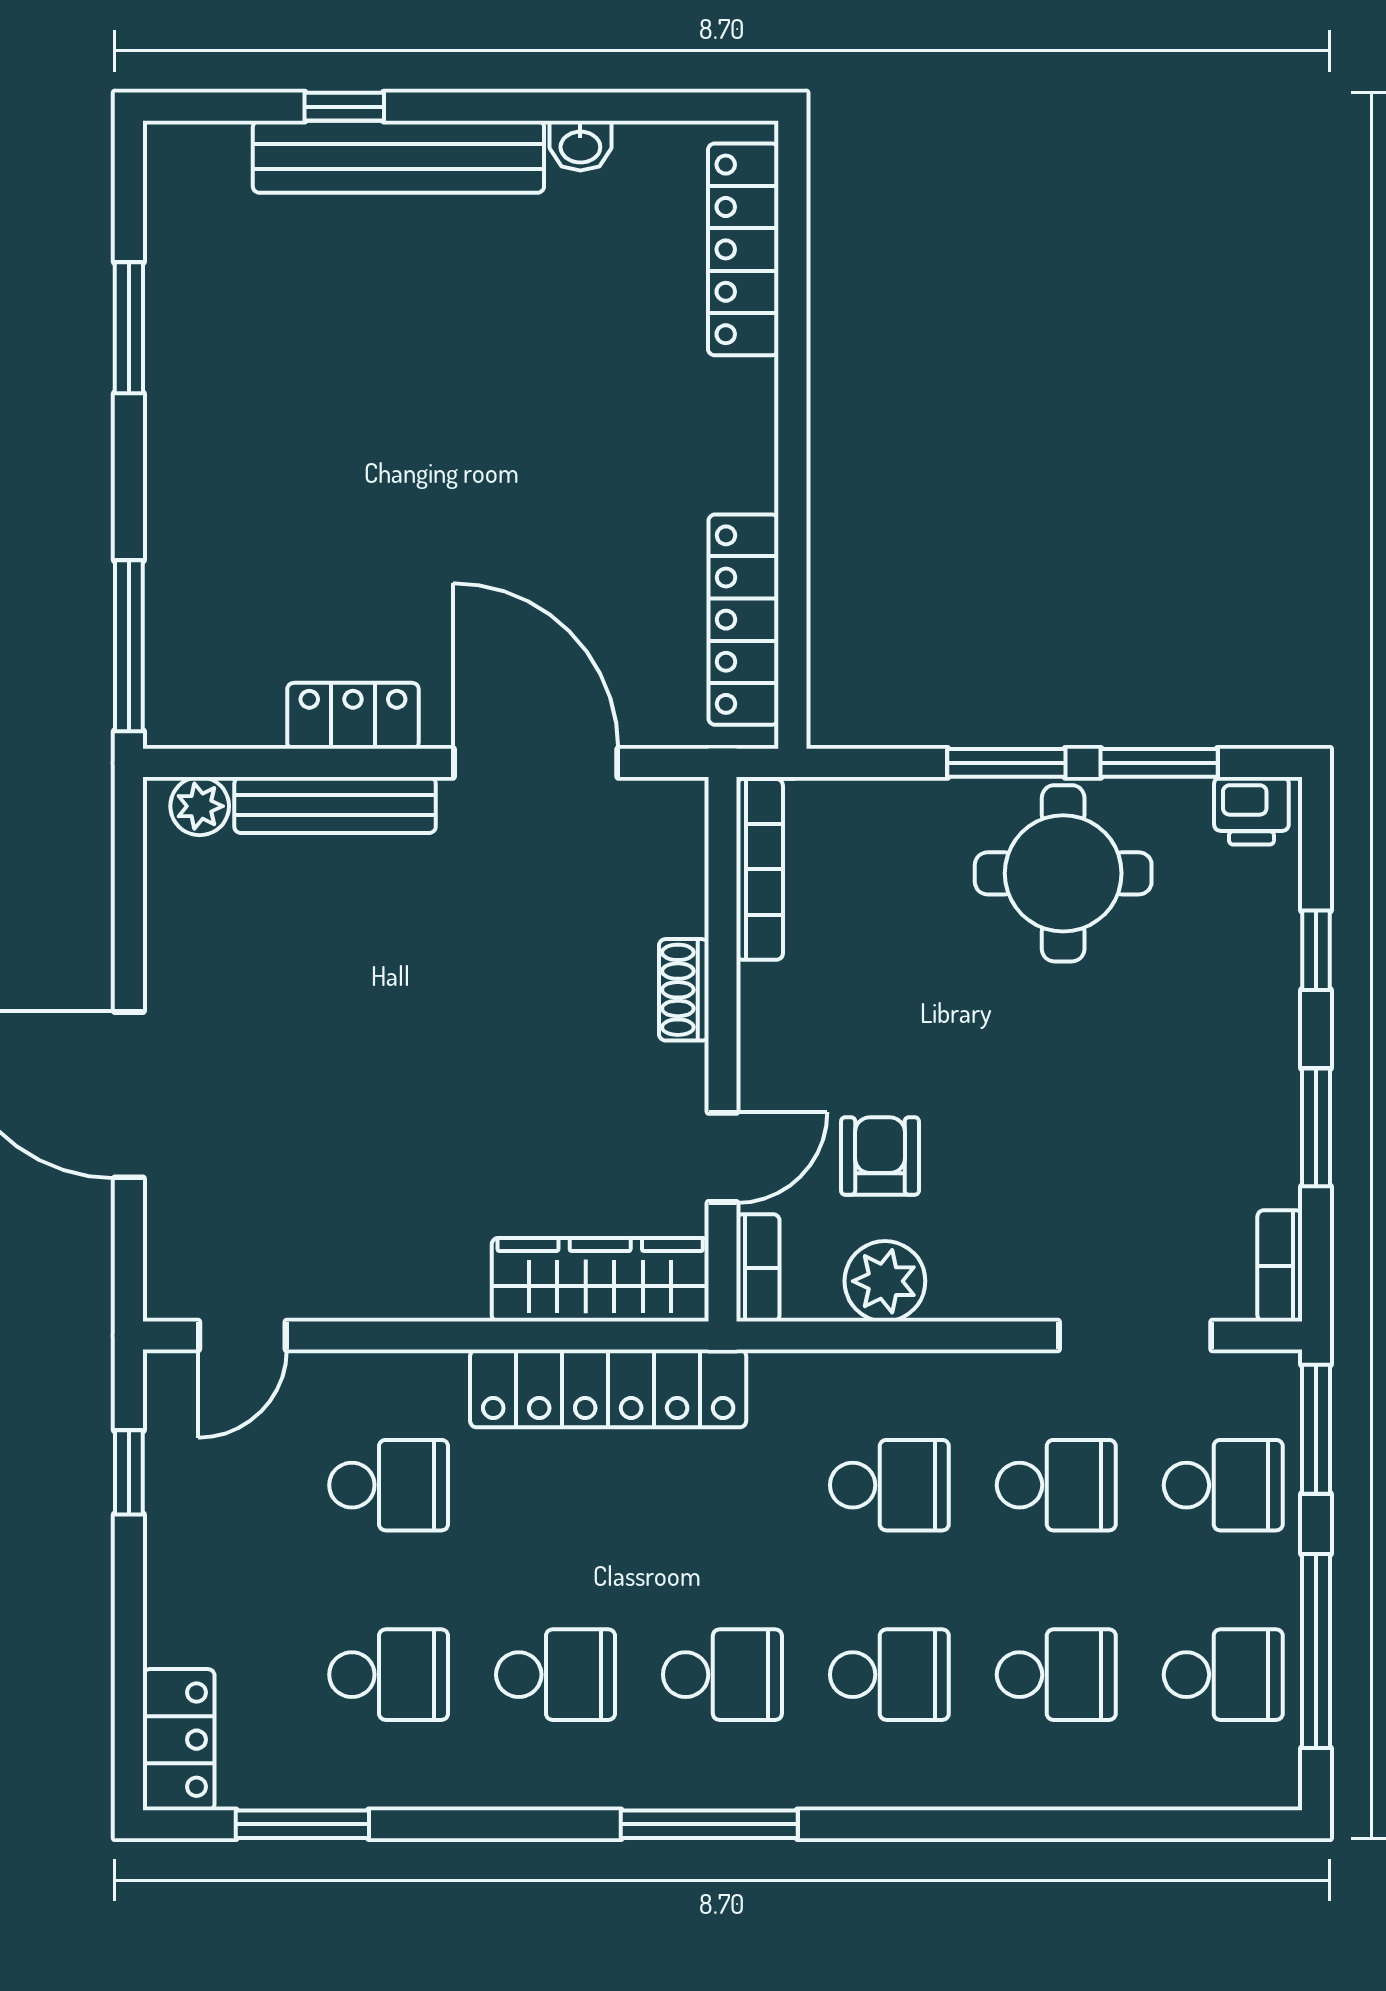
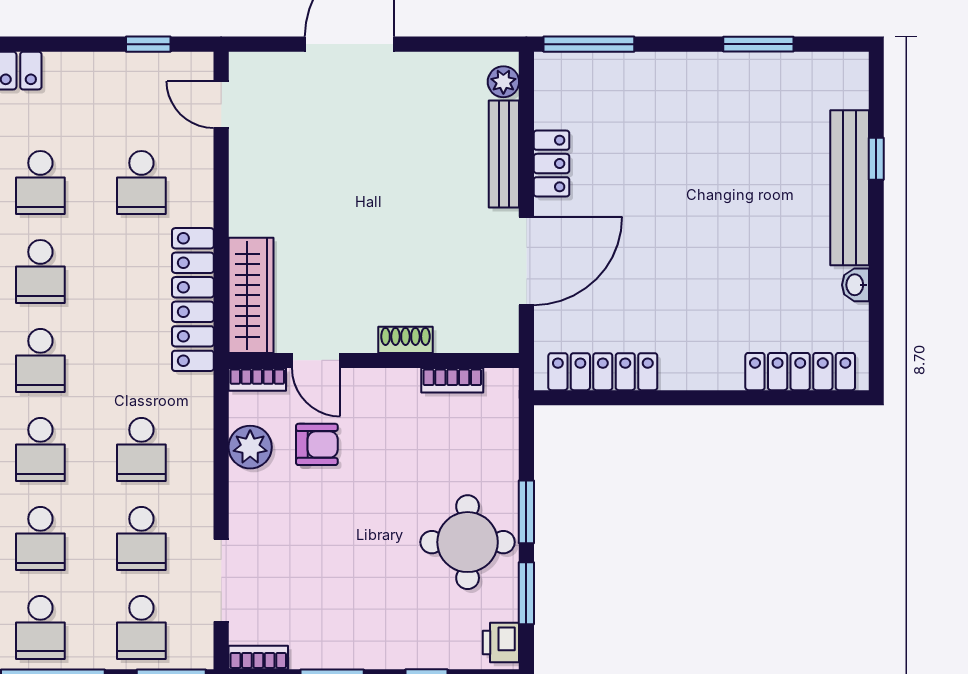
bookcase: (760, 869) -> (452, 380), width x0.64

